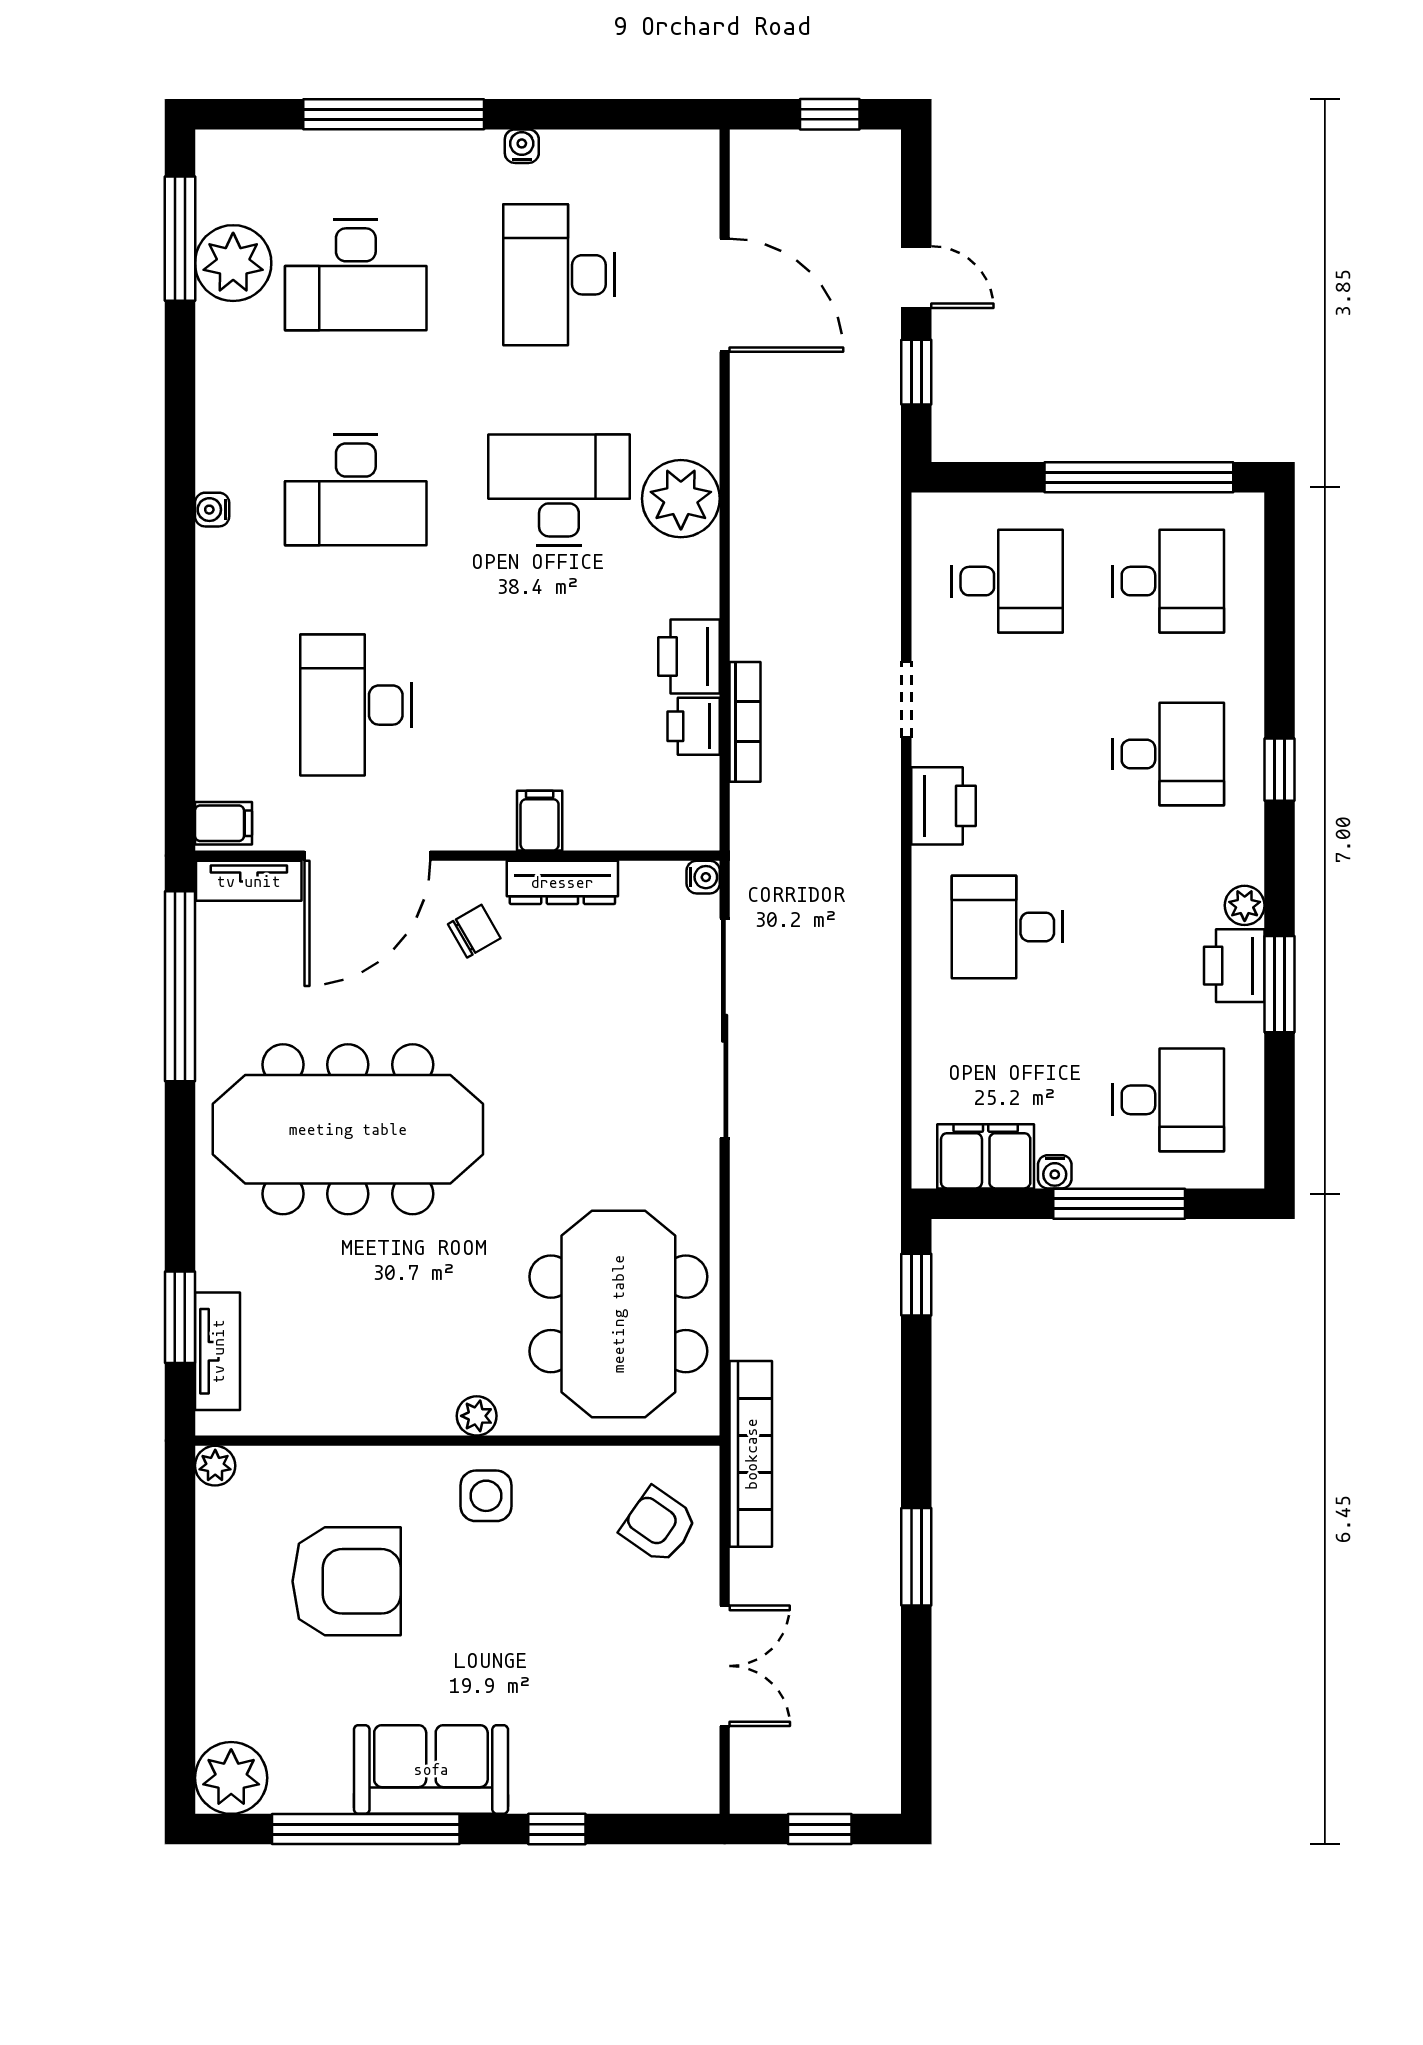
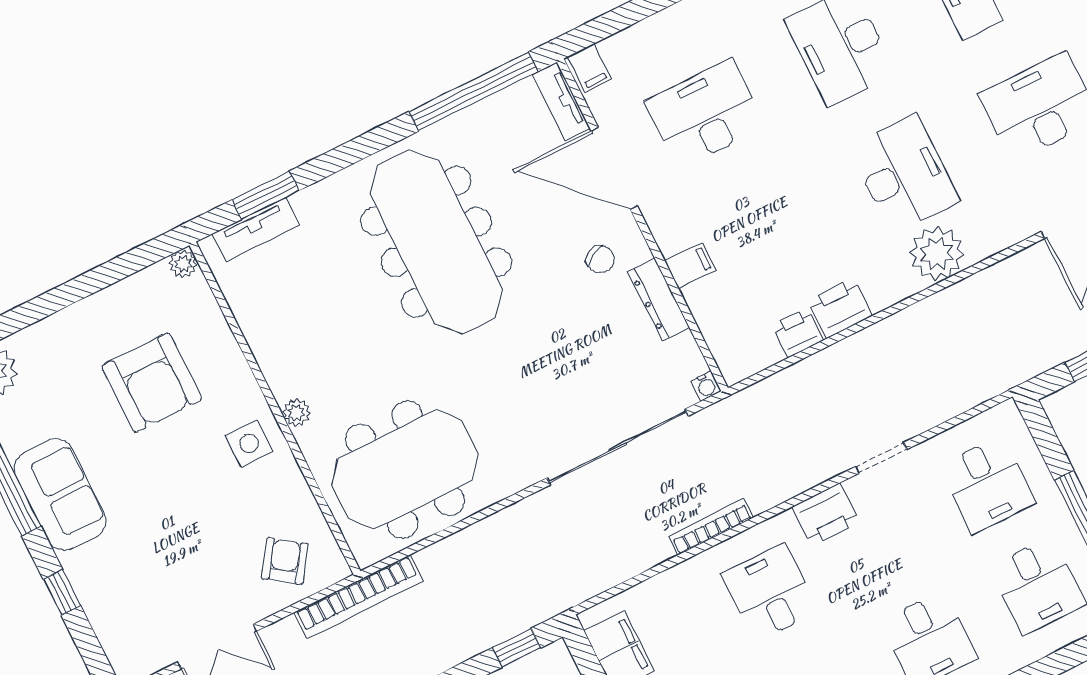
bookcase: (745, 722) -> (711, 527), moved, turned 180

